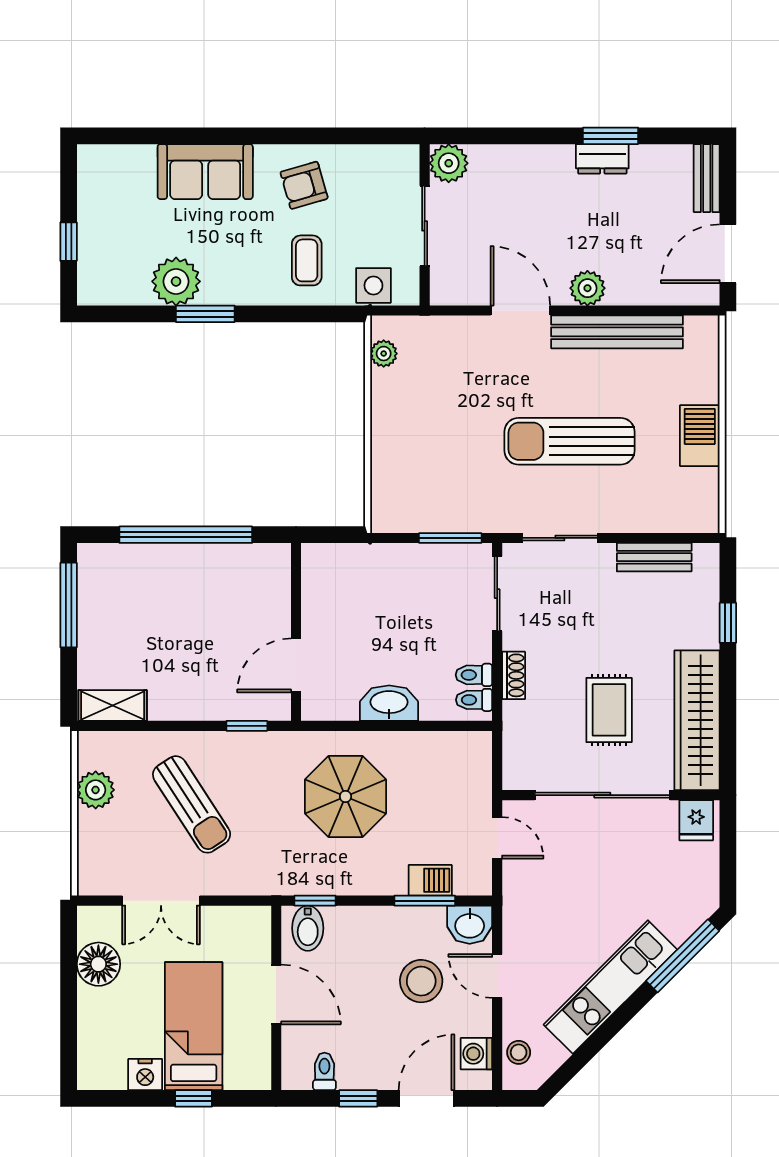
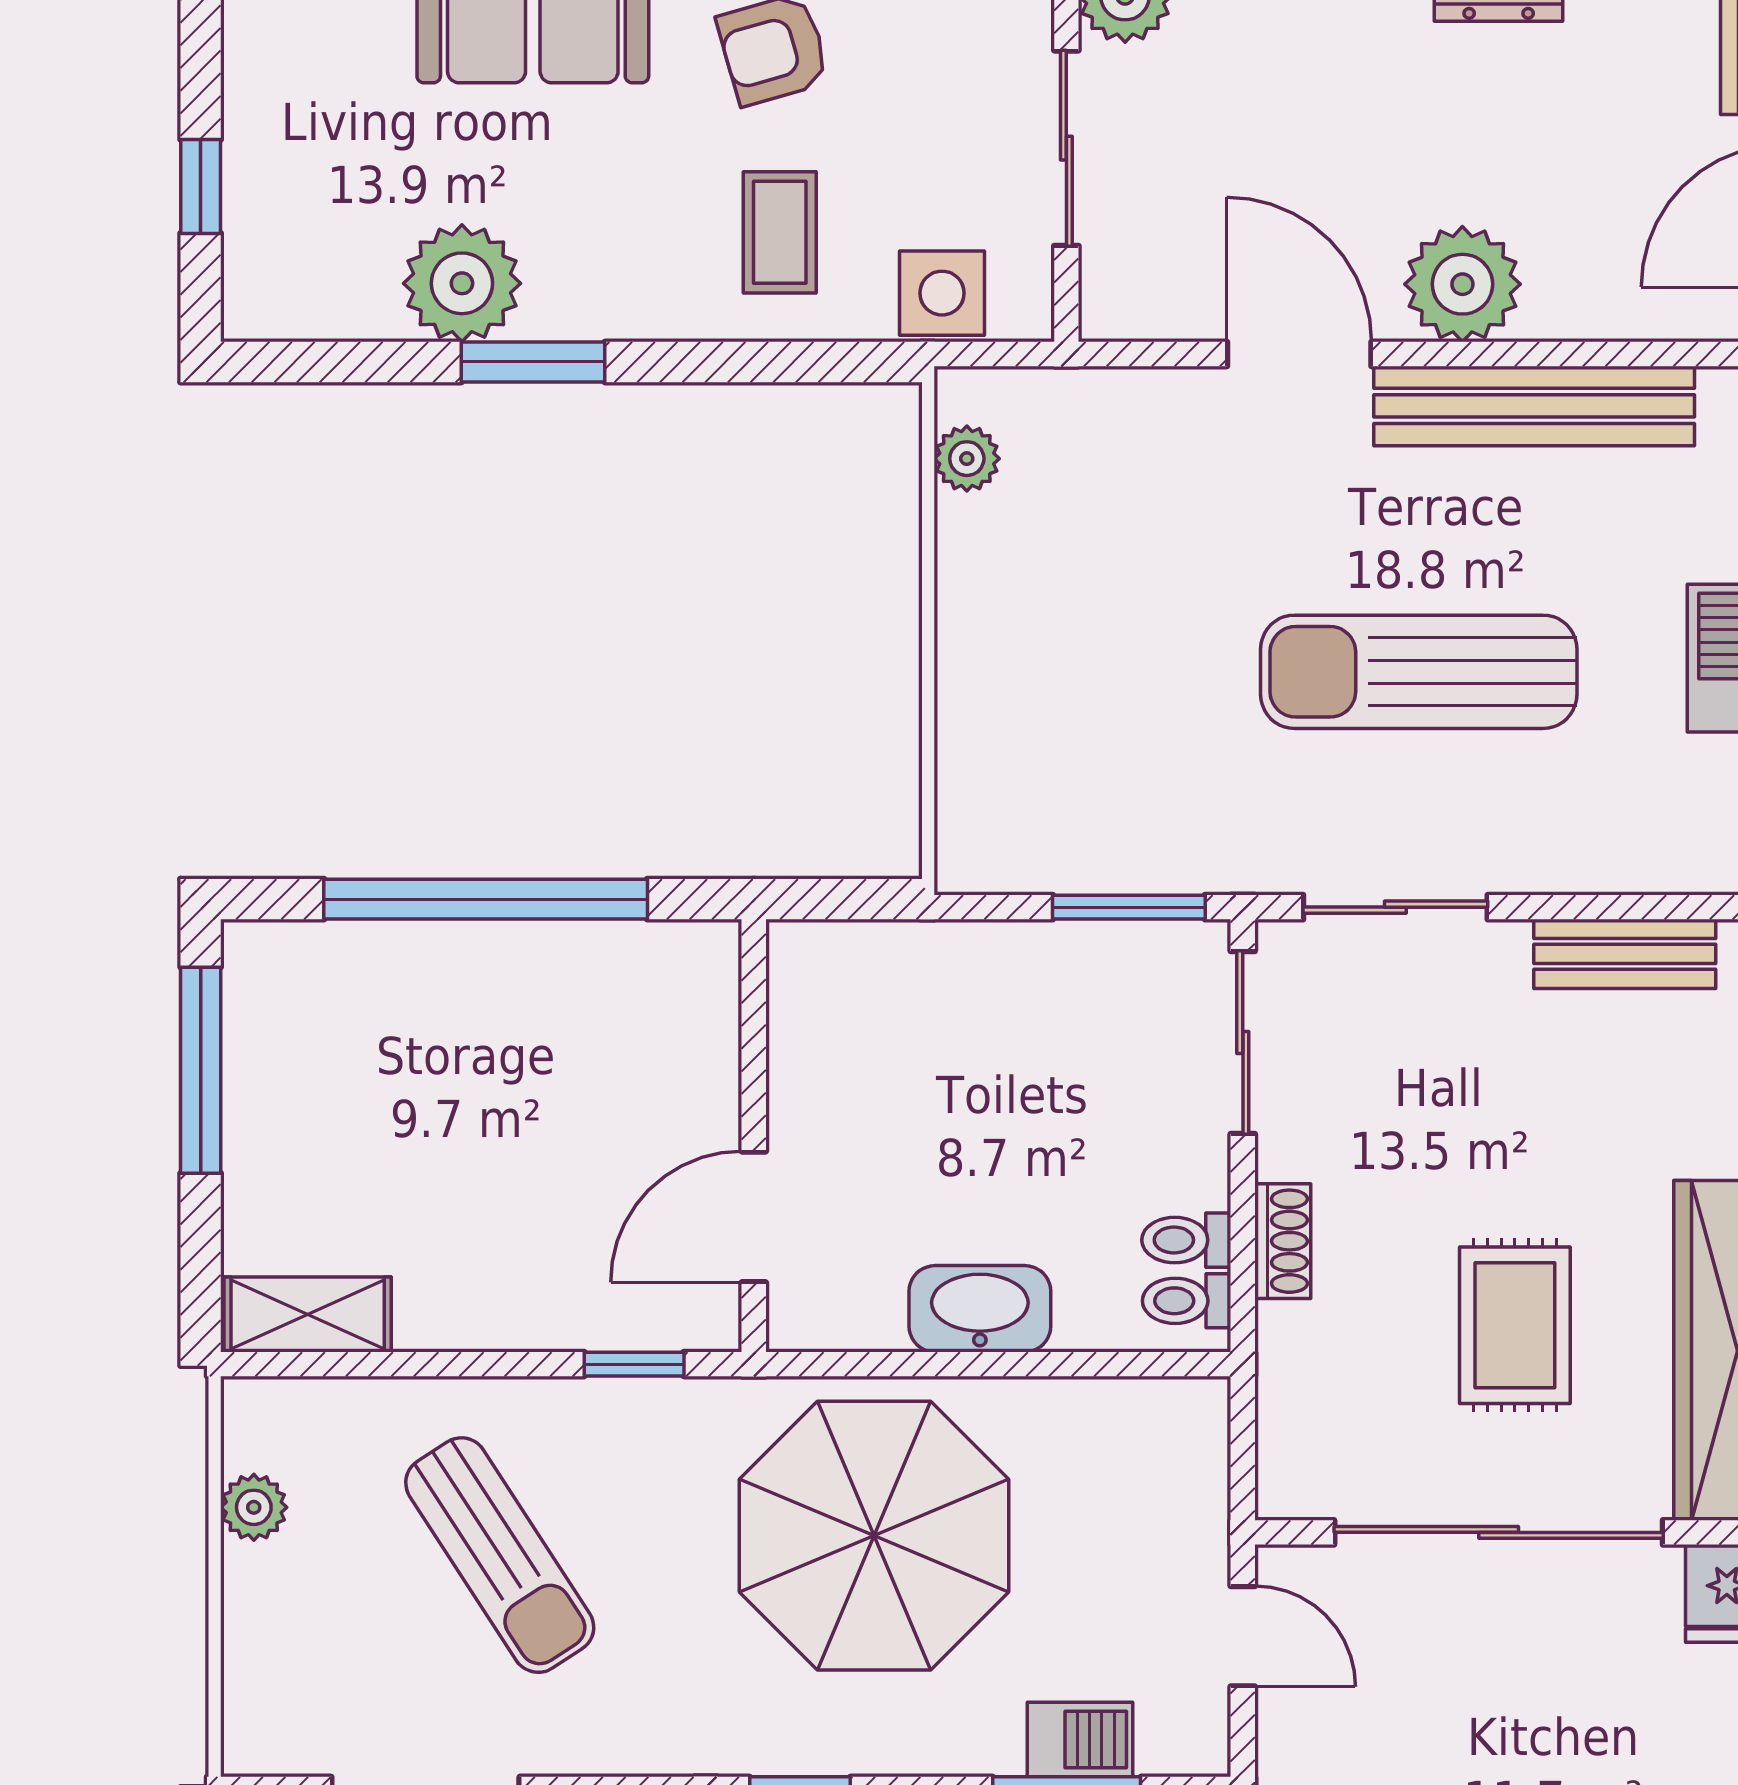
plant: (587, 288) -> (1462, 284), width x1.36, depth x1.36
plant: (96, 790) -> (254, 1507), width x0.73, depth x0.73
parasol: (345, 796) -> (874, 1536), width x1.36, depth x1.36

